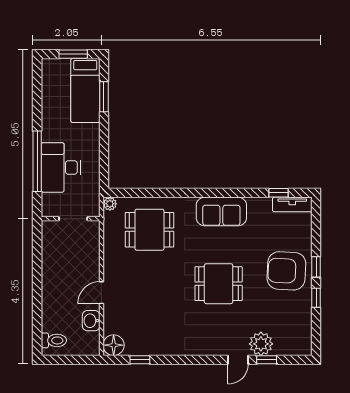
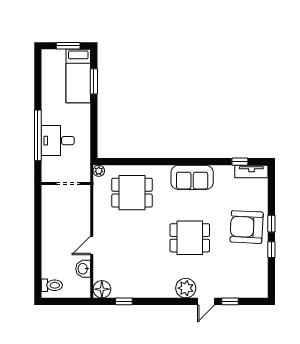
desk: (61, 167) -> (58, 141), width x0.73
plant: (261, 344) -> (186, 288), moved

